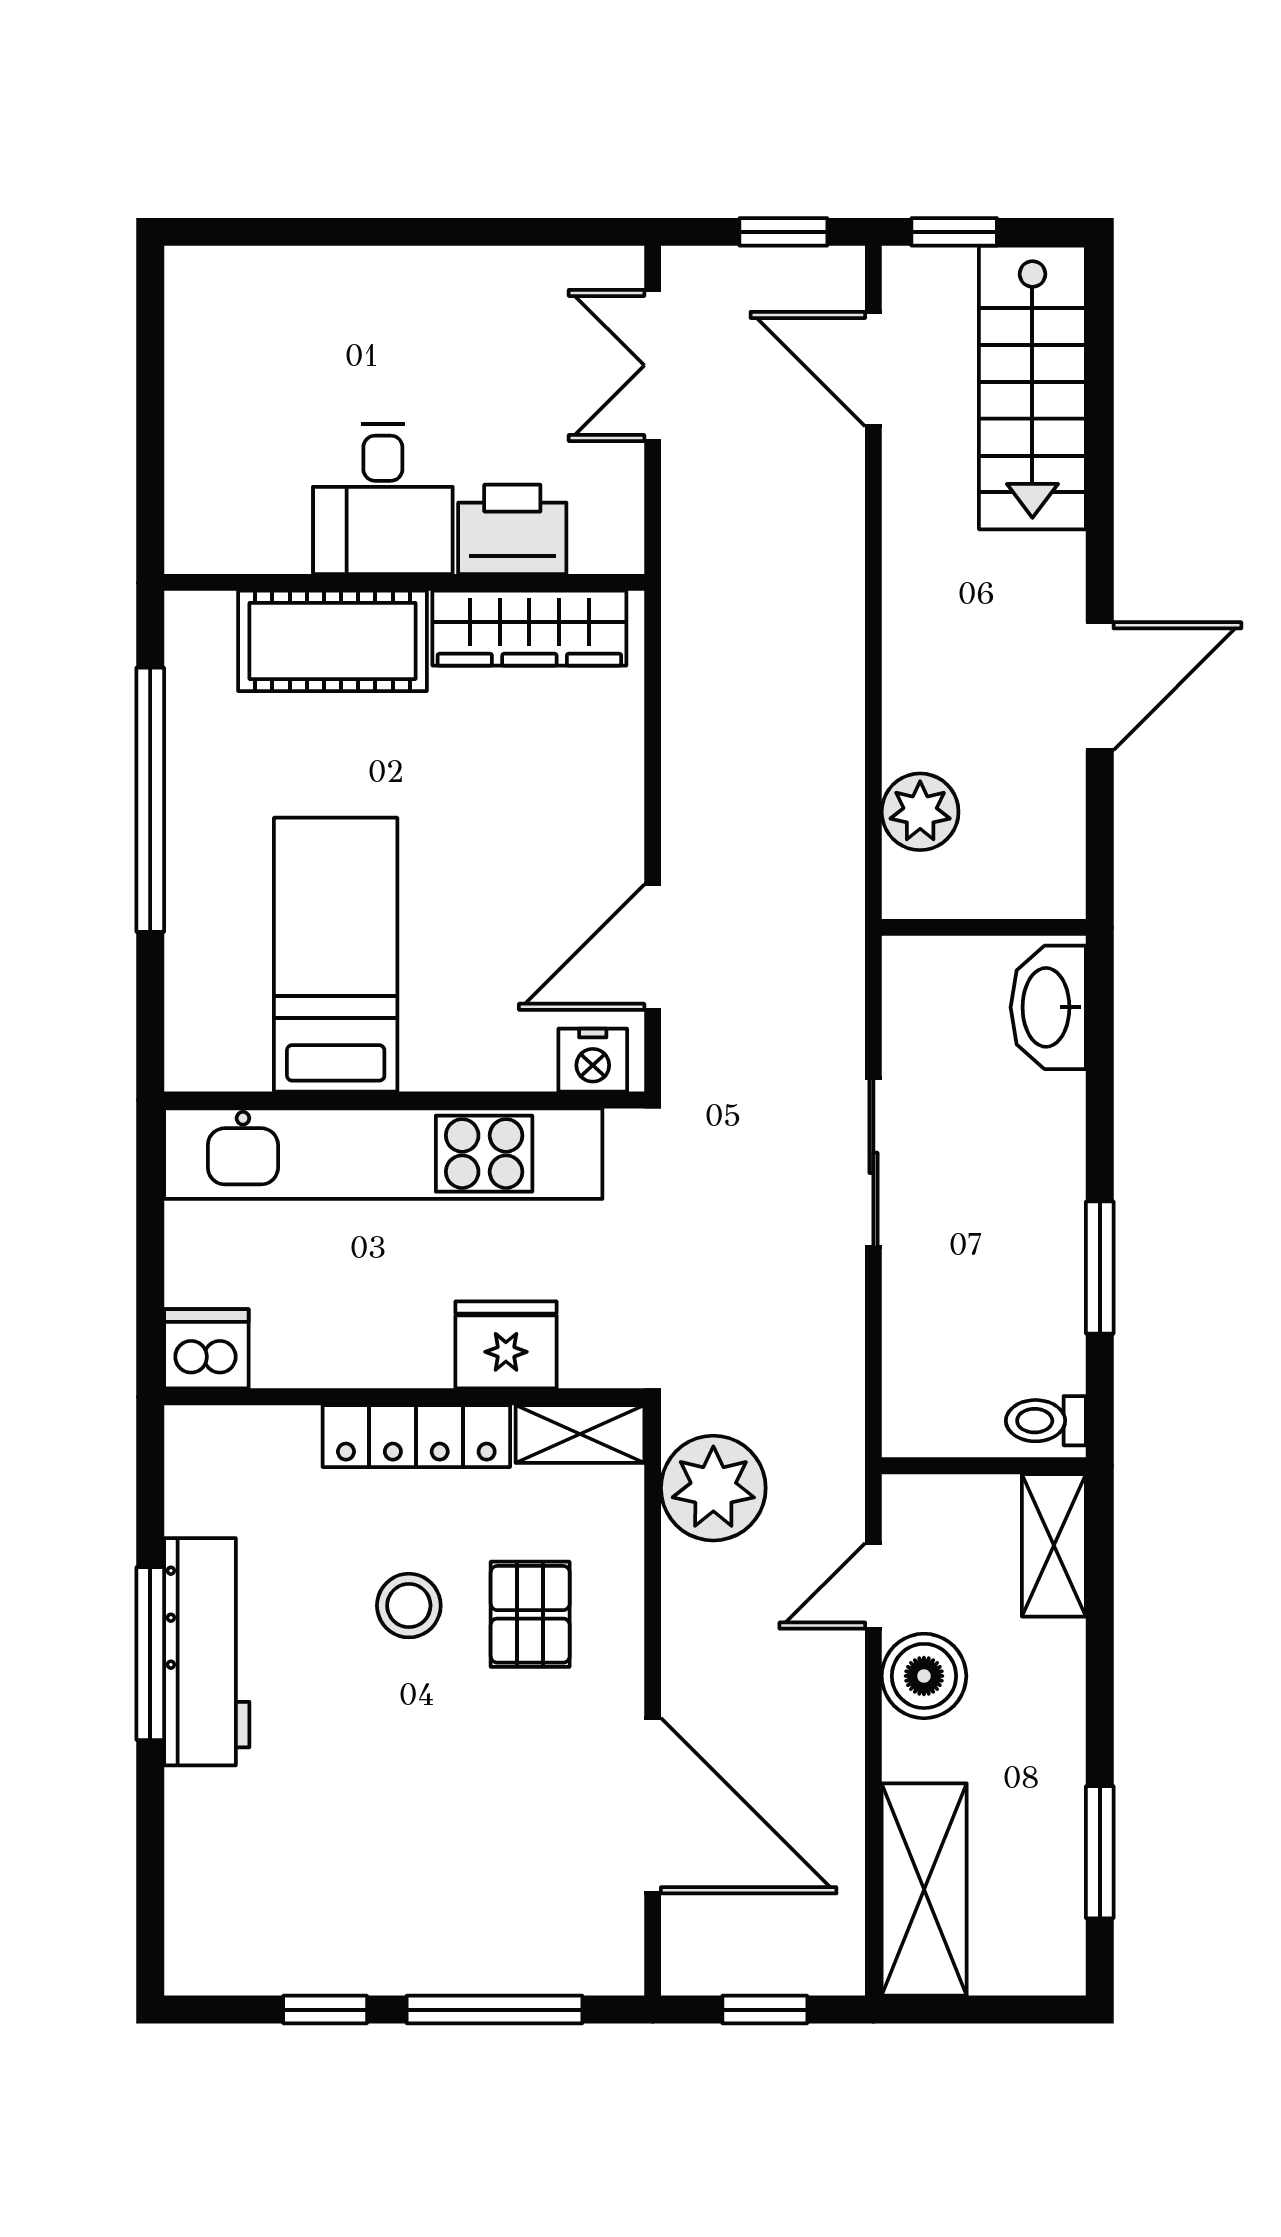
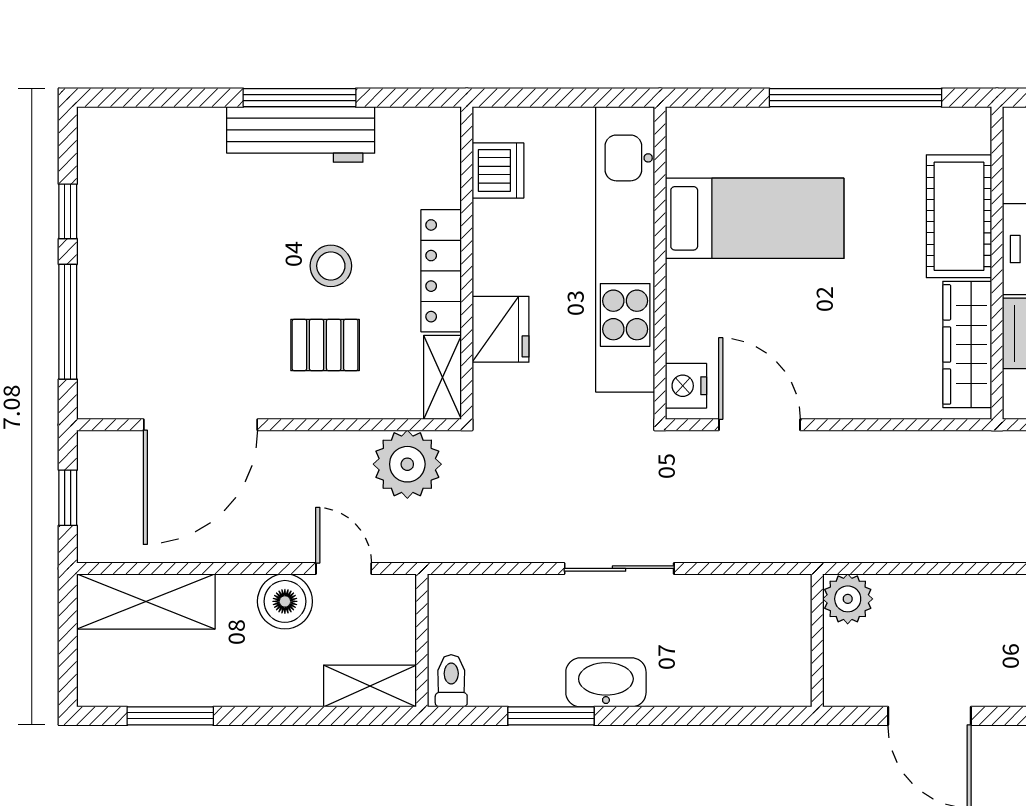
wall: (984, 927) -> (817, 640), moved
washbasin: (1048, 1007) -> (606, 682), moved
dishwasher: (206, 1349) -> (498, 171), moved

